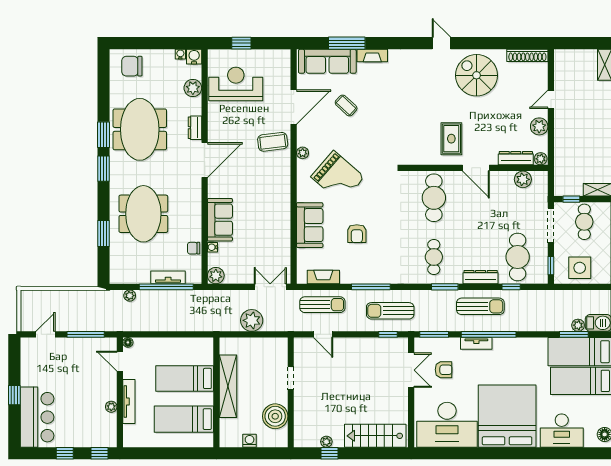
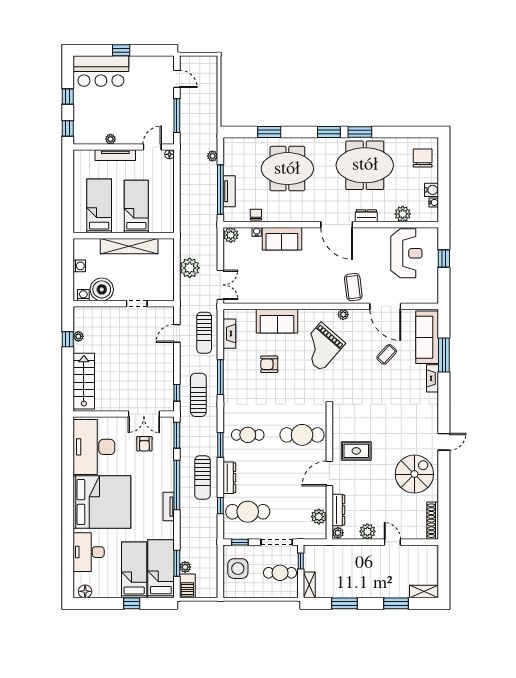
water cooler: (194, 57) -> (432, 190), moved
tv unit: (476, 343) -> (169, 507), moved
washing machine: (281, 436) -> (83, 295), added

